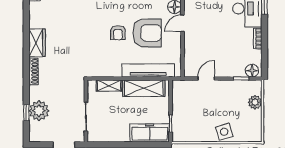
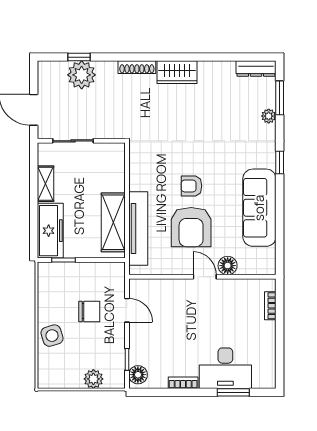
shelving: (109, 86) -> (46, 184), moved
chair: (207, 105) -> (89, 311), added

